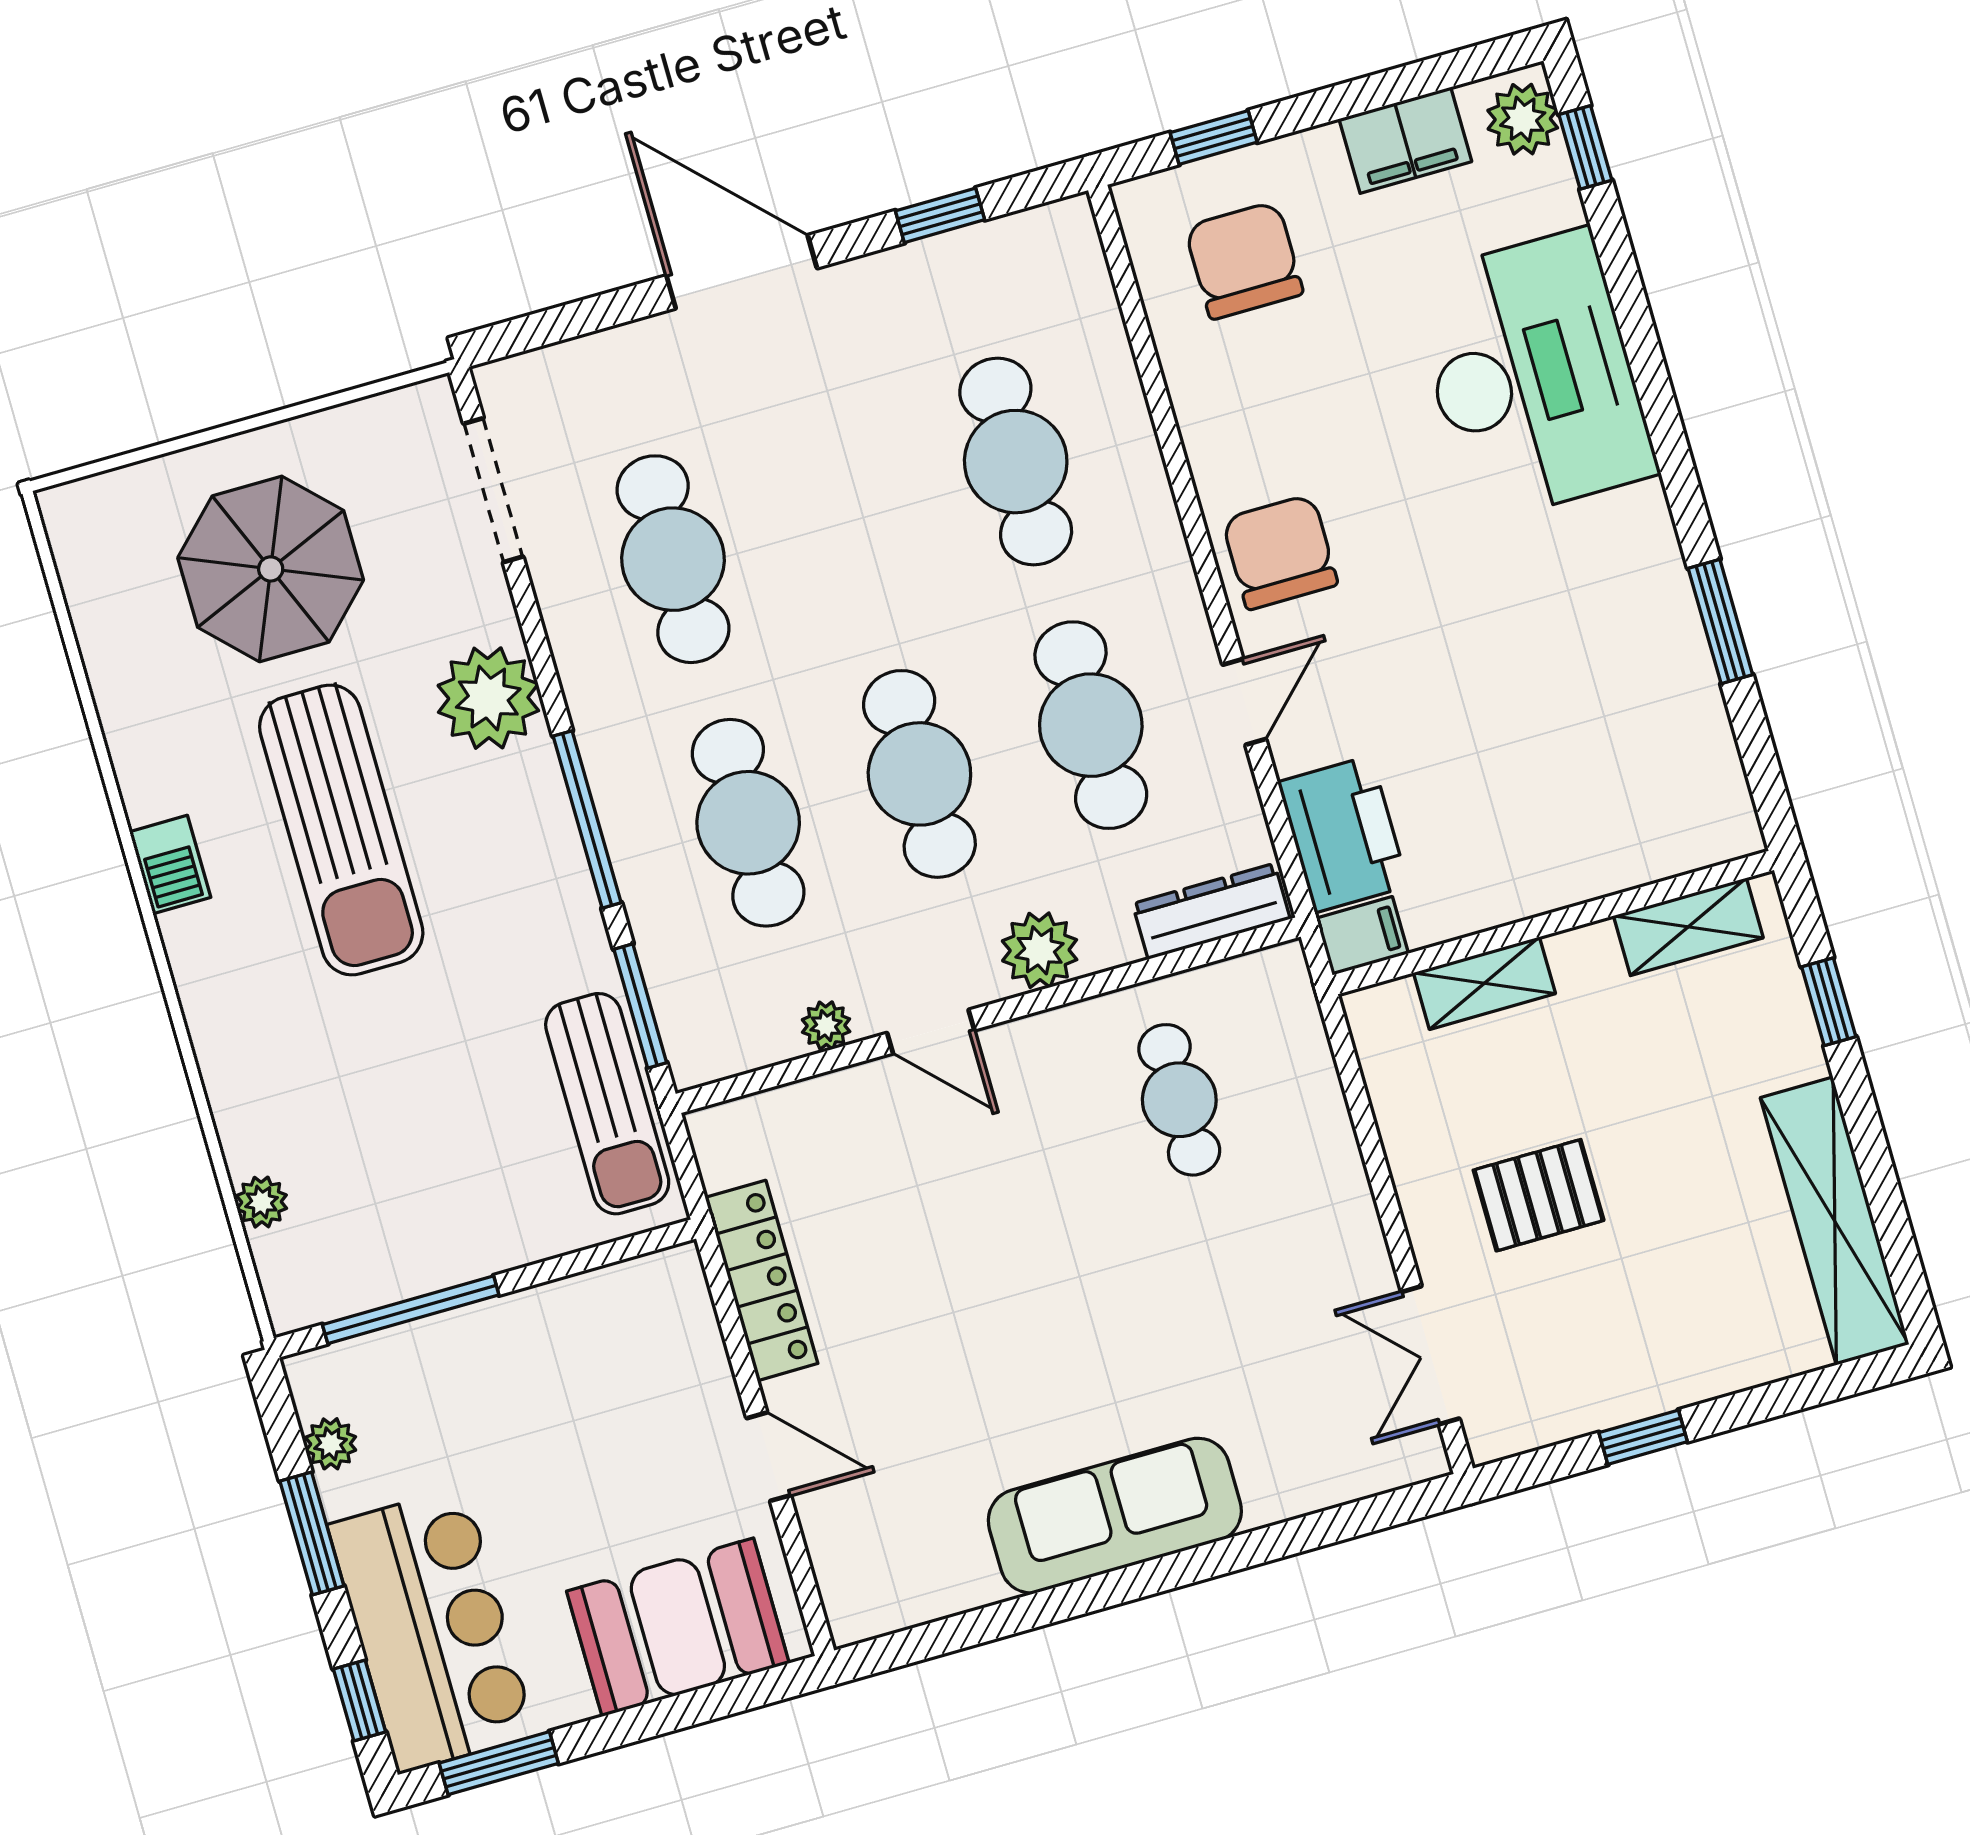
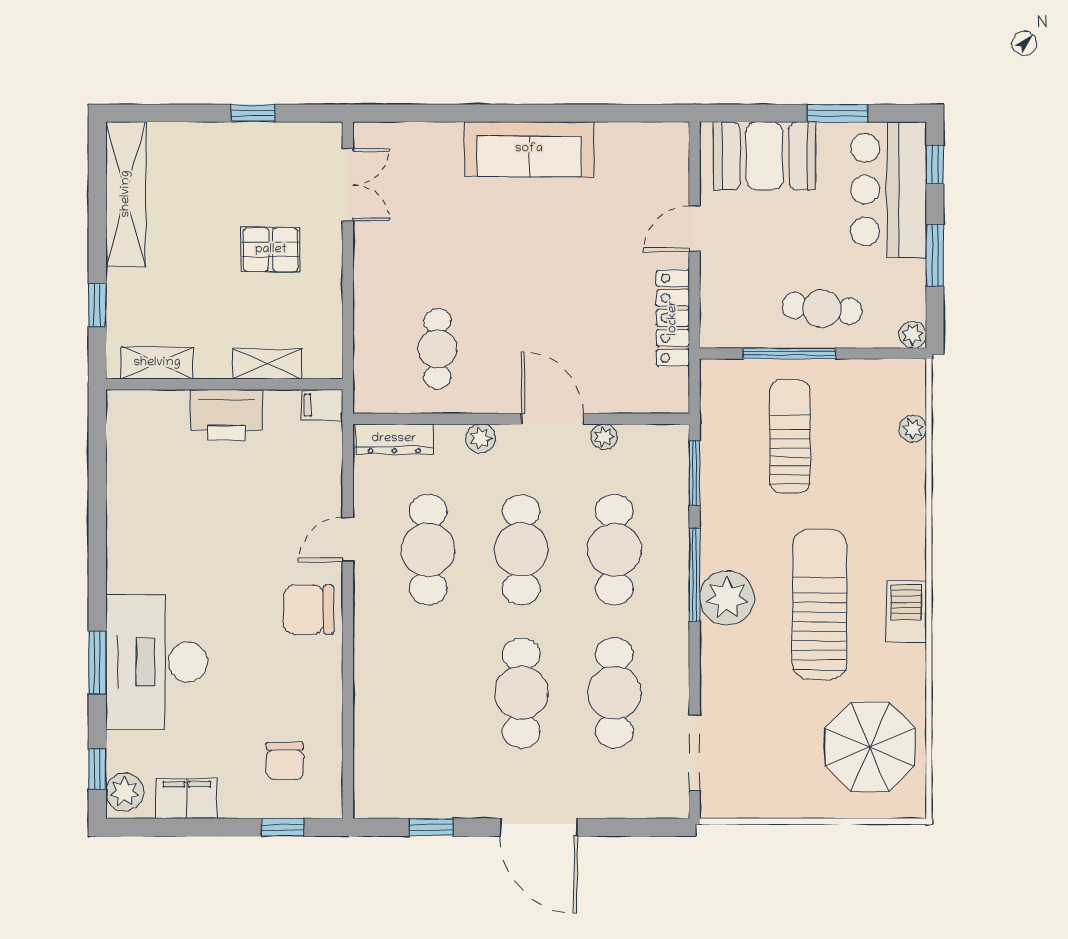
chair: (1244, 260) -> (285, 761), width x0.73, depth x0.73
cafe table: (1016, 462) -> (521, 693), moved
chair: (1280, 552) -> (309, 610), turned 90
parasol: (271, 569) -> (870, 747), moved
window: (1720, 621) -> (97, 663), moved
plant: (488, 698) -> (727, 598), moved
printer: (1343, 834) -> (226, 415), moved, turned -90
barbecue: (170, 865) -> (906, 611), width x1.38, depth x1.27
plant: (1040, 950) -> (481, 438), width x0.73, depth x0.73
door: (931, 1032) -> (552, 419), width x1.38
sun lounger: (607, 1104) -> (790, 436), moved
window: (411, 1310) -> (789, 353), moved
cafe table: (492, 1376) -> (822, 309), added
plant: (331, 1444) -> (913, 335), moved
door: (769, 1457) -> (695, 228), hinge flipped
window: (499, 1763) -> (838, 113), moved

